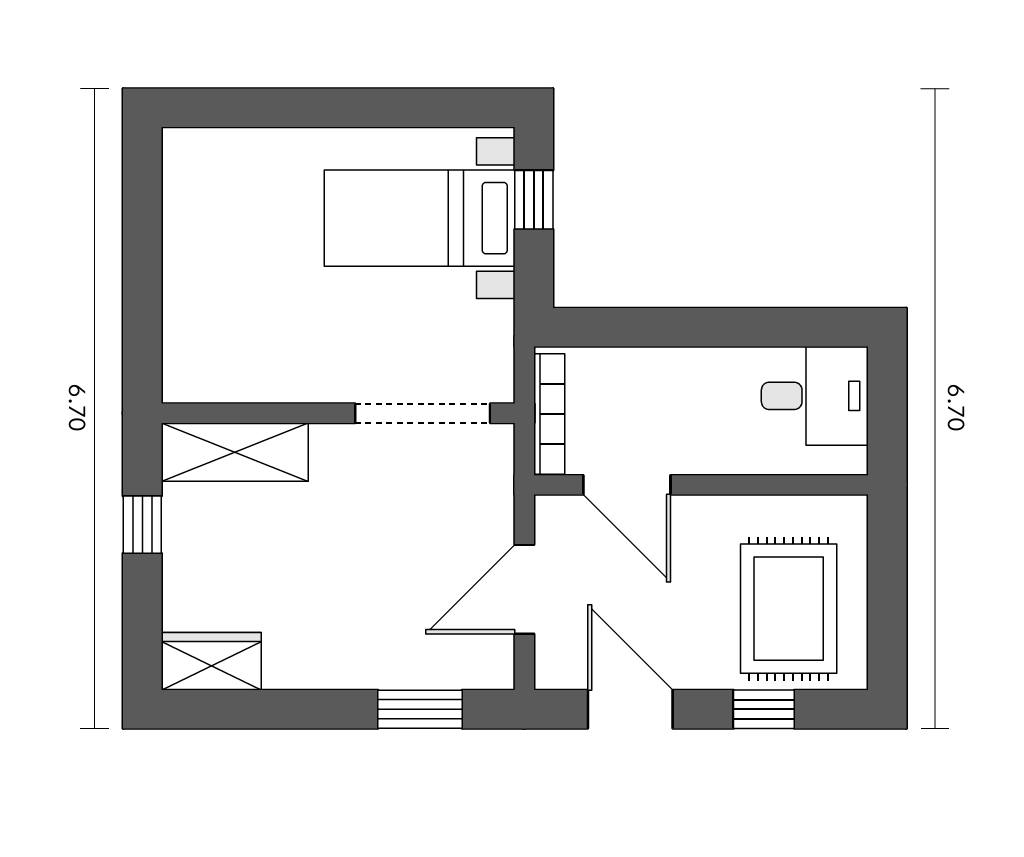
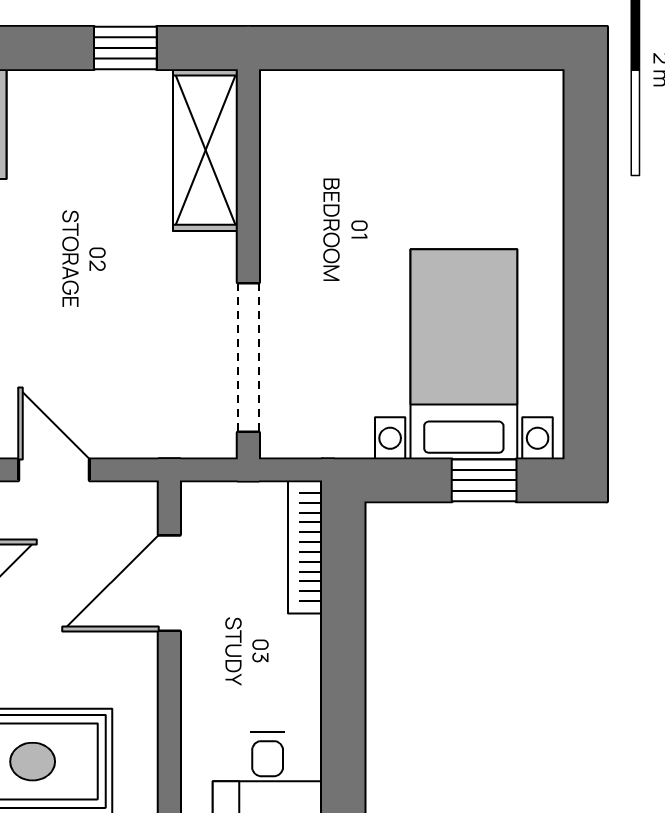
bookcase: (549, 414) -> (305, 547), moved, turned 90
door: (524, 589) -> (54, 470), width x0.73

